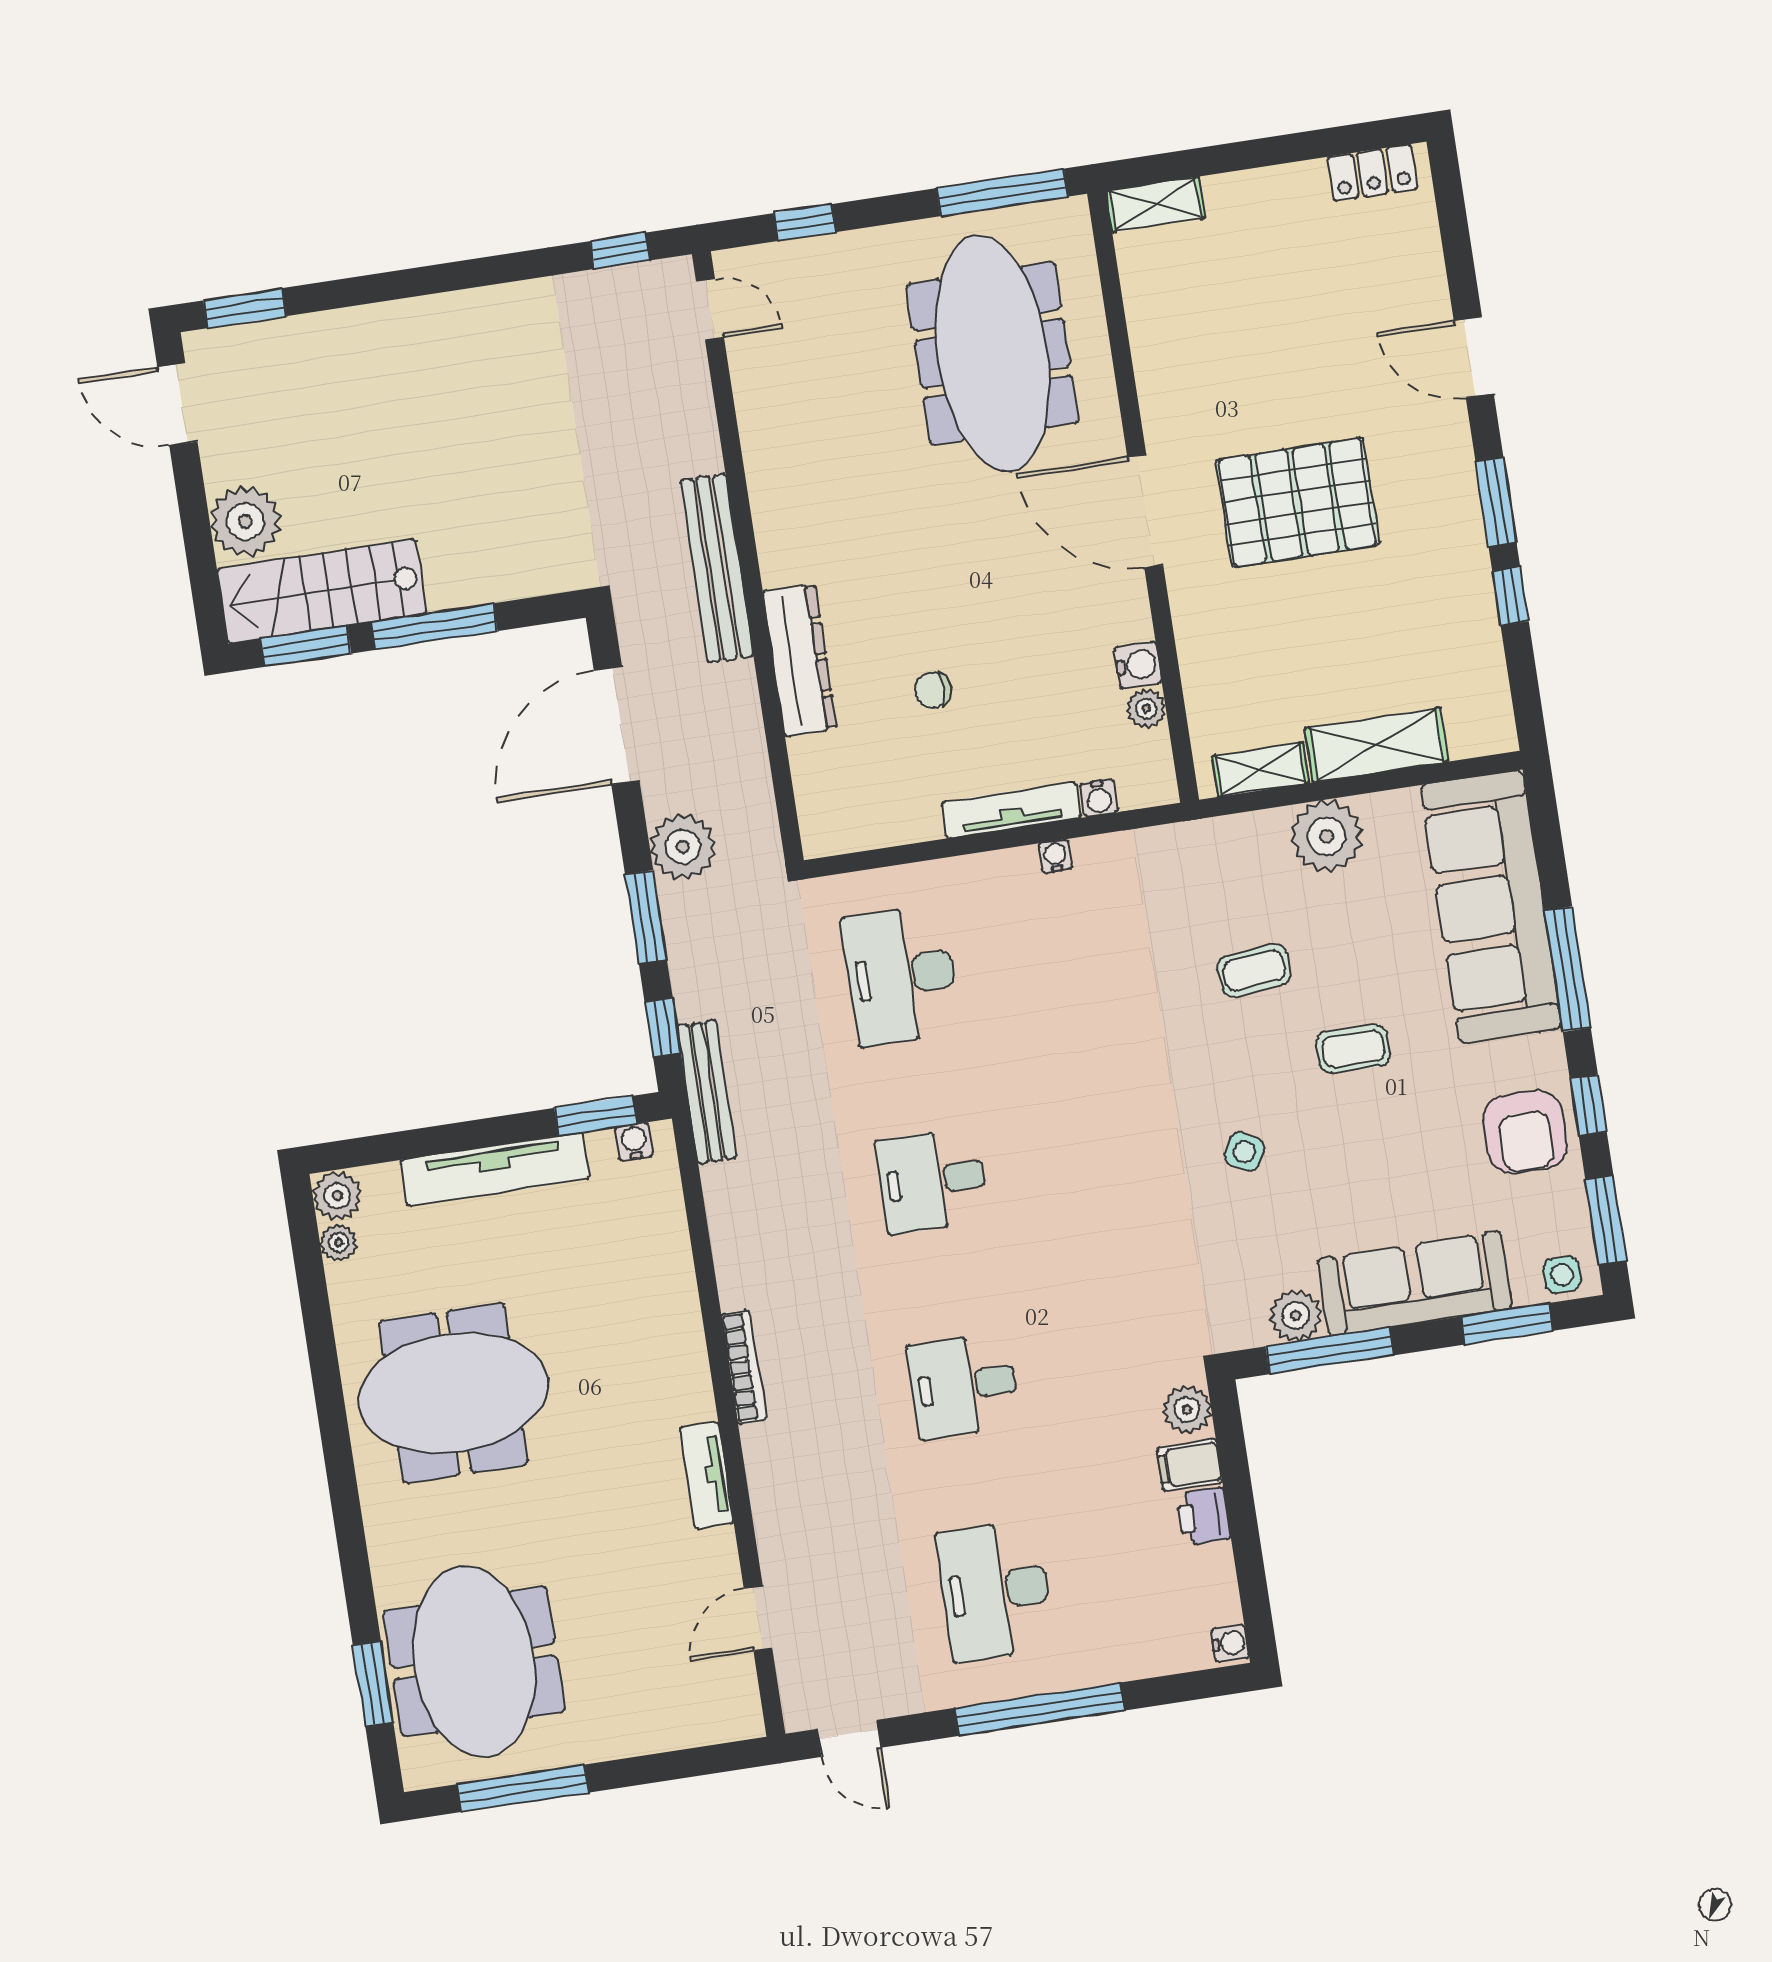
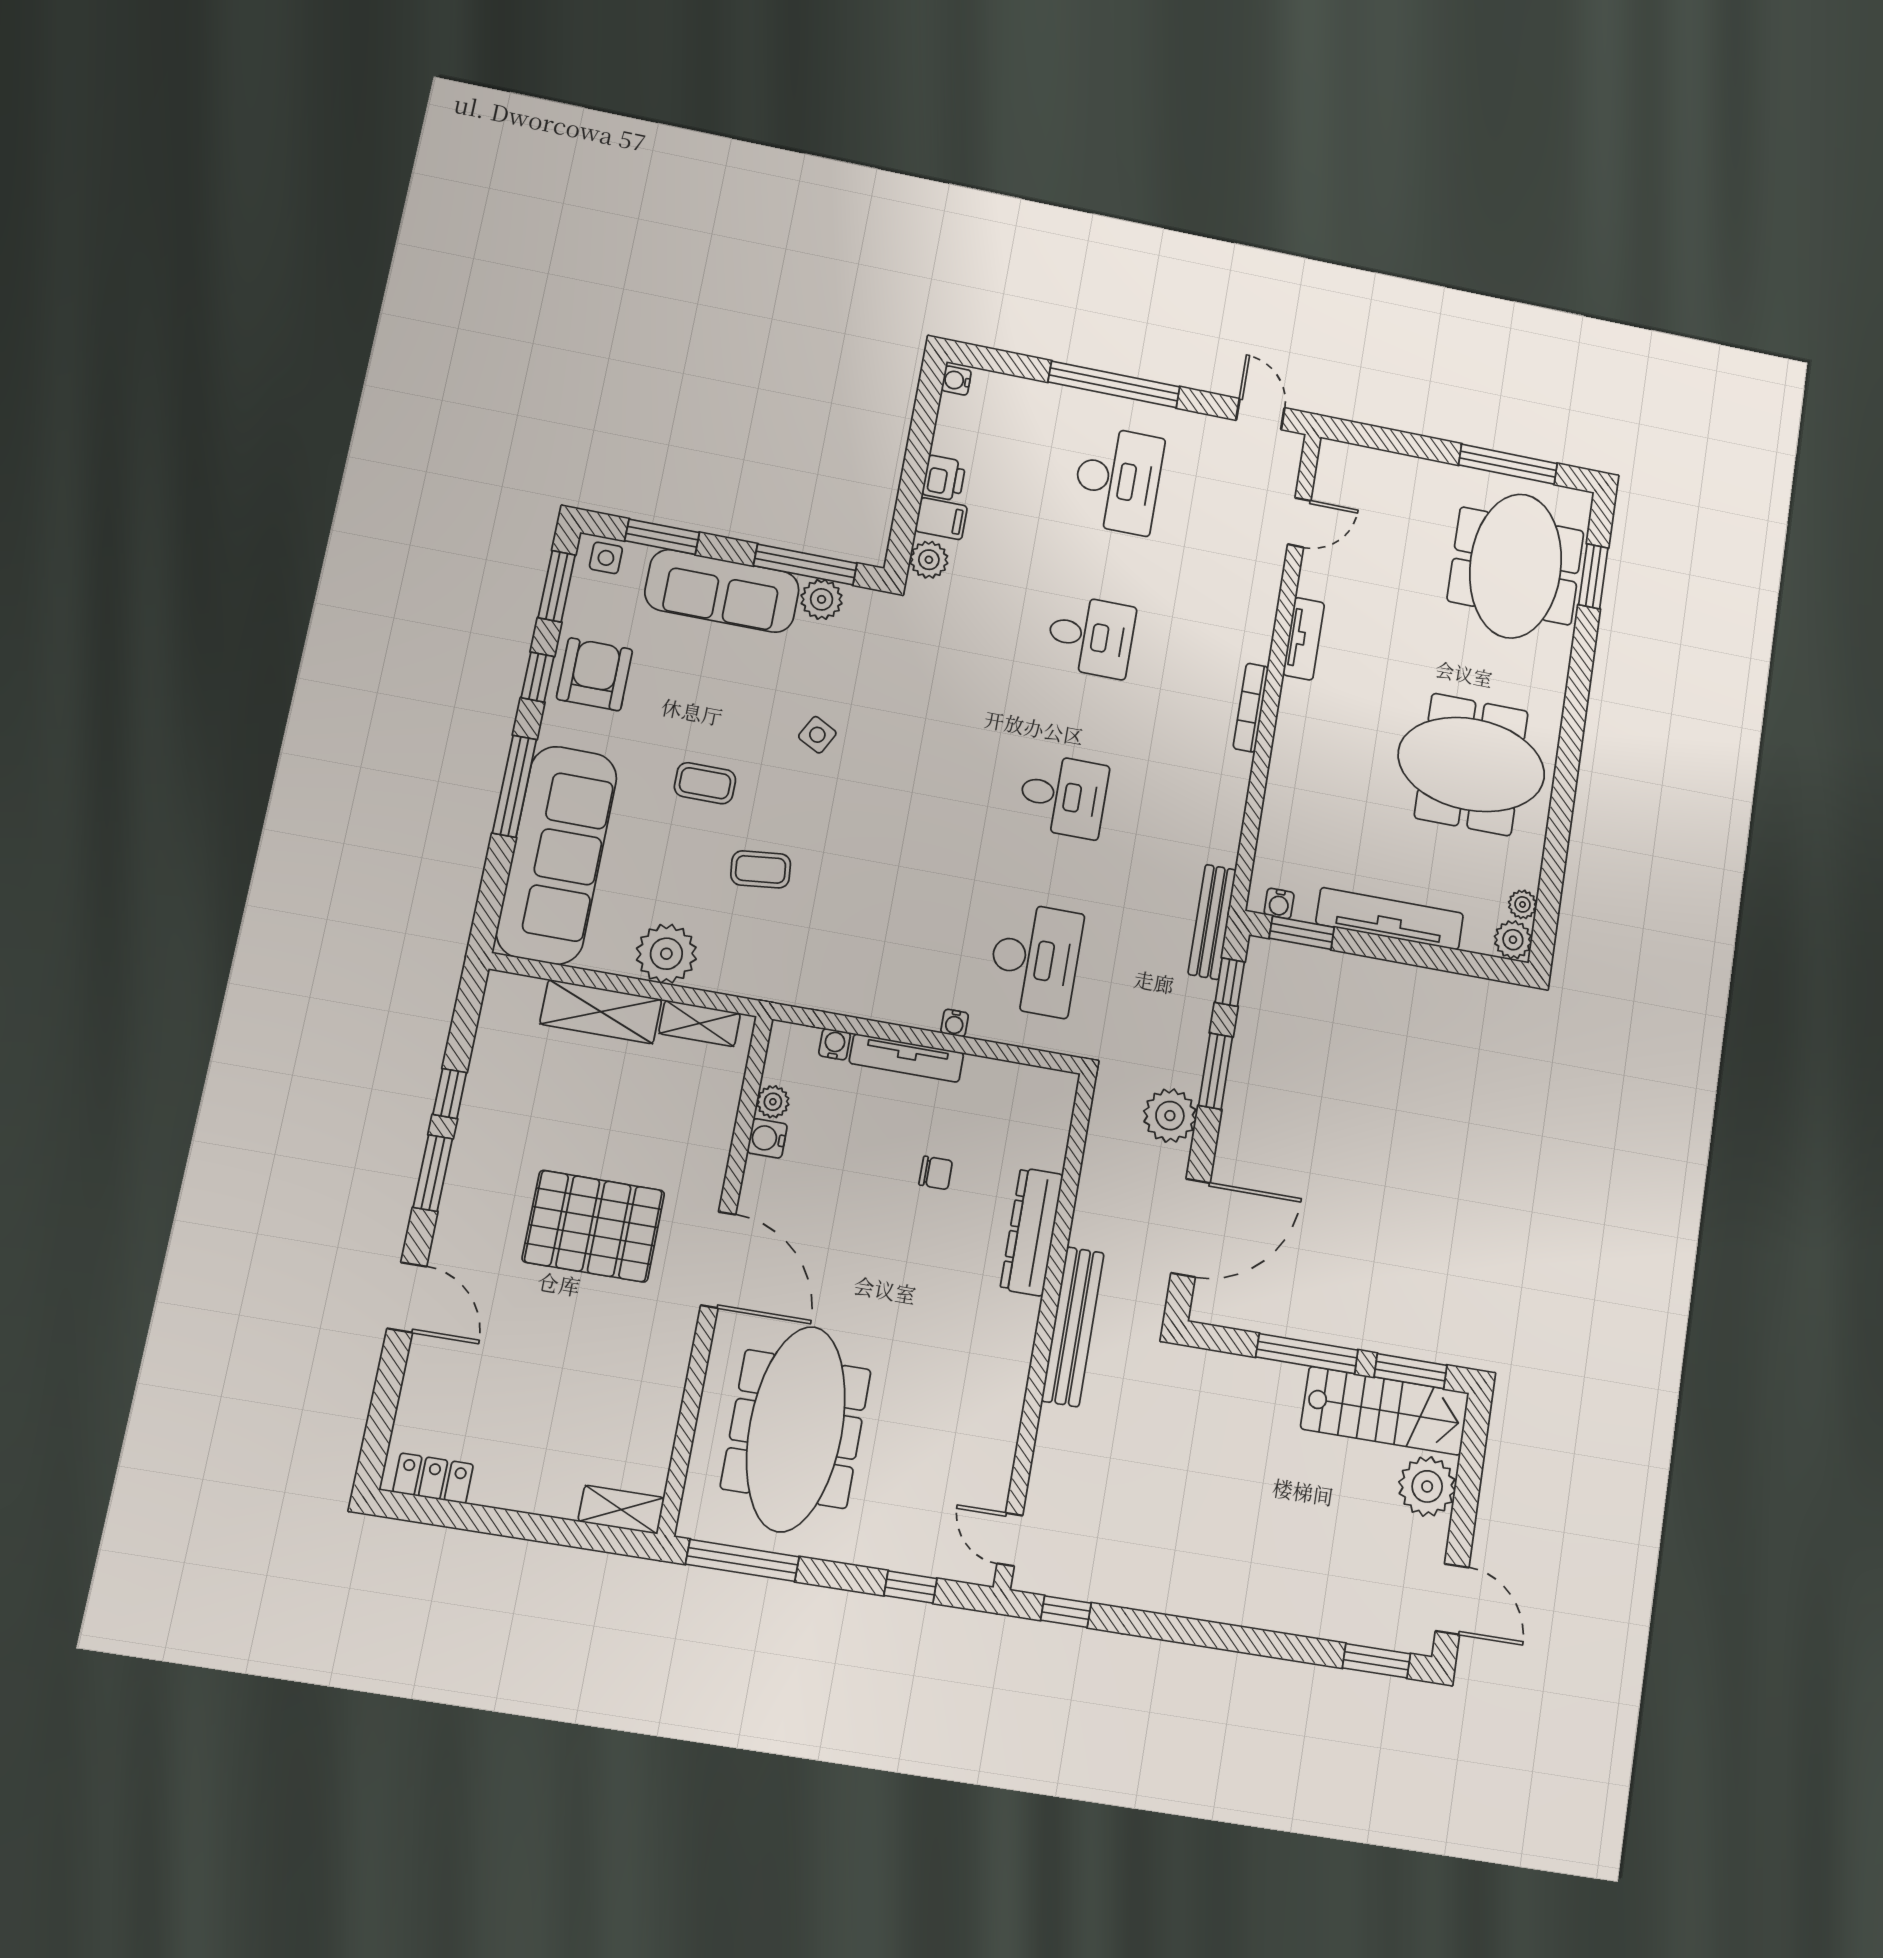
water cooler: (1055, 856) -> (955, 1023), moved

